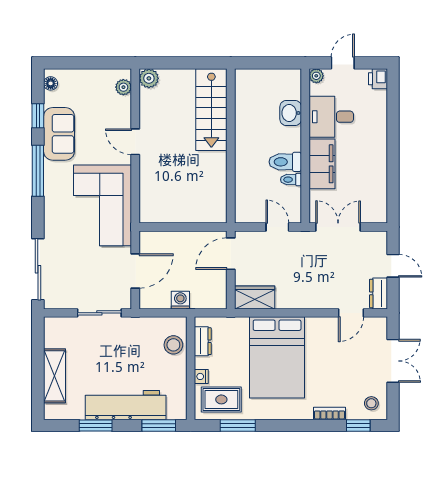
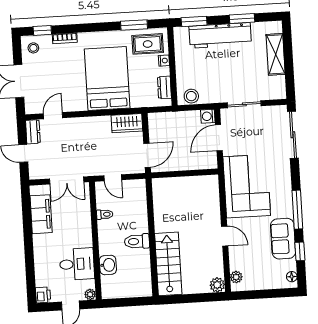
toilet: (285, 162) -> (137, 241), moved, turned 180
filing cabinet: (322, 164) -> (41, 214), moved, turned 180
washing machine: (180, 300) -> (208, 116), moved, turned 90
stool: (173, 345) -> (191, 96), moved

